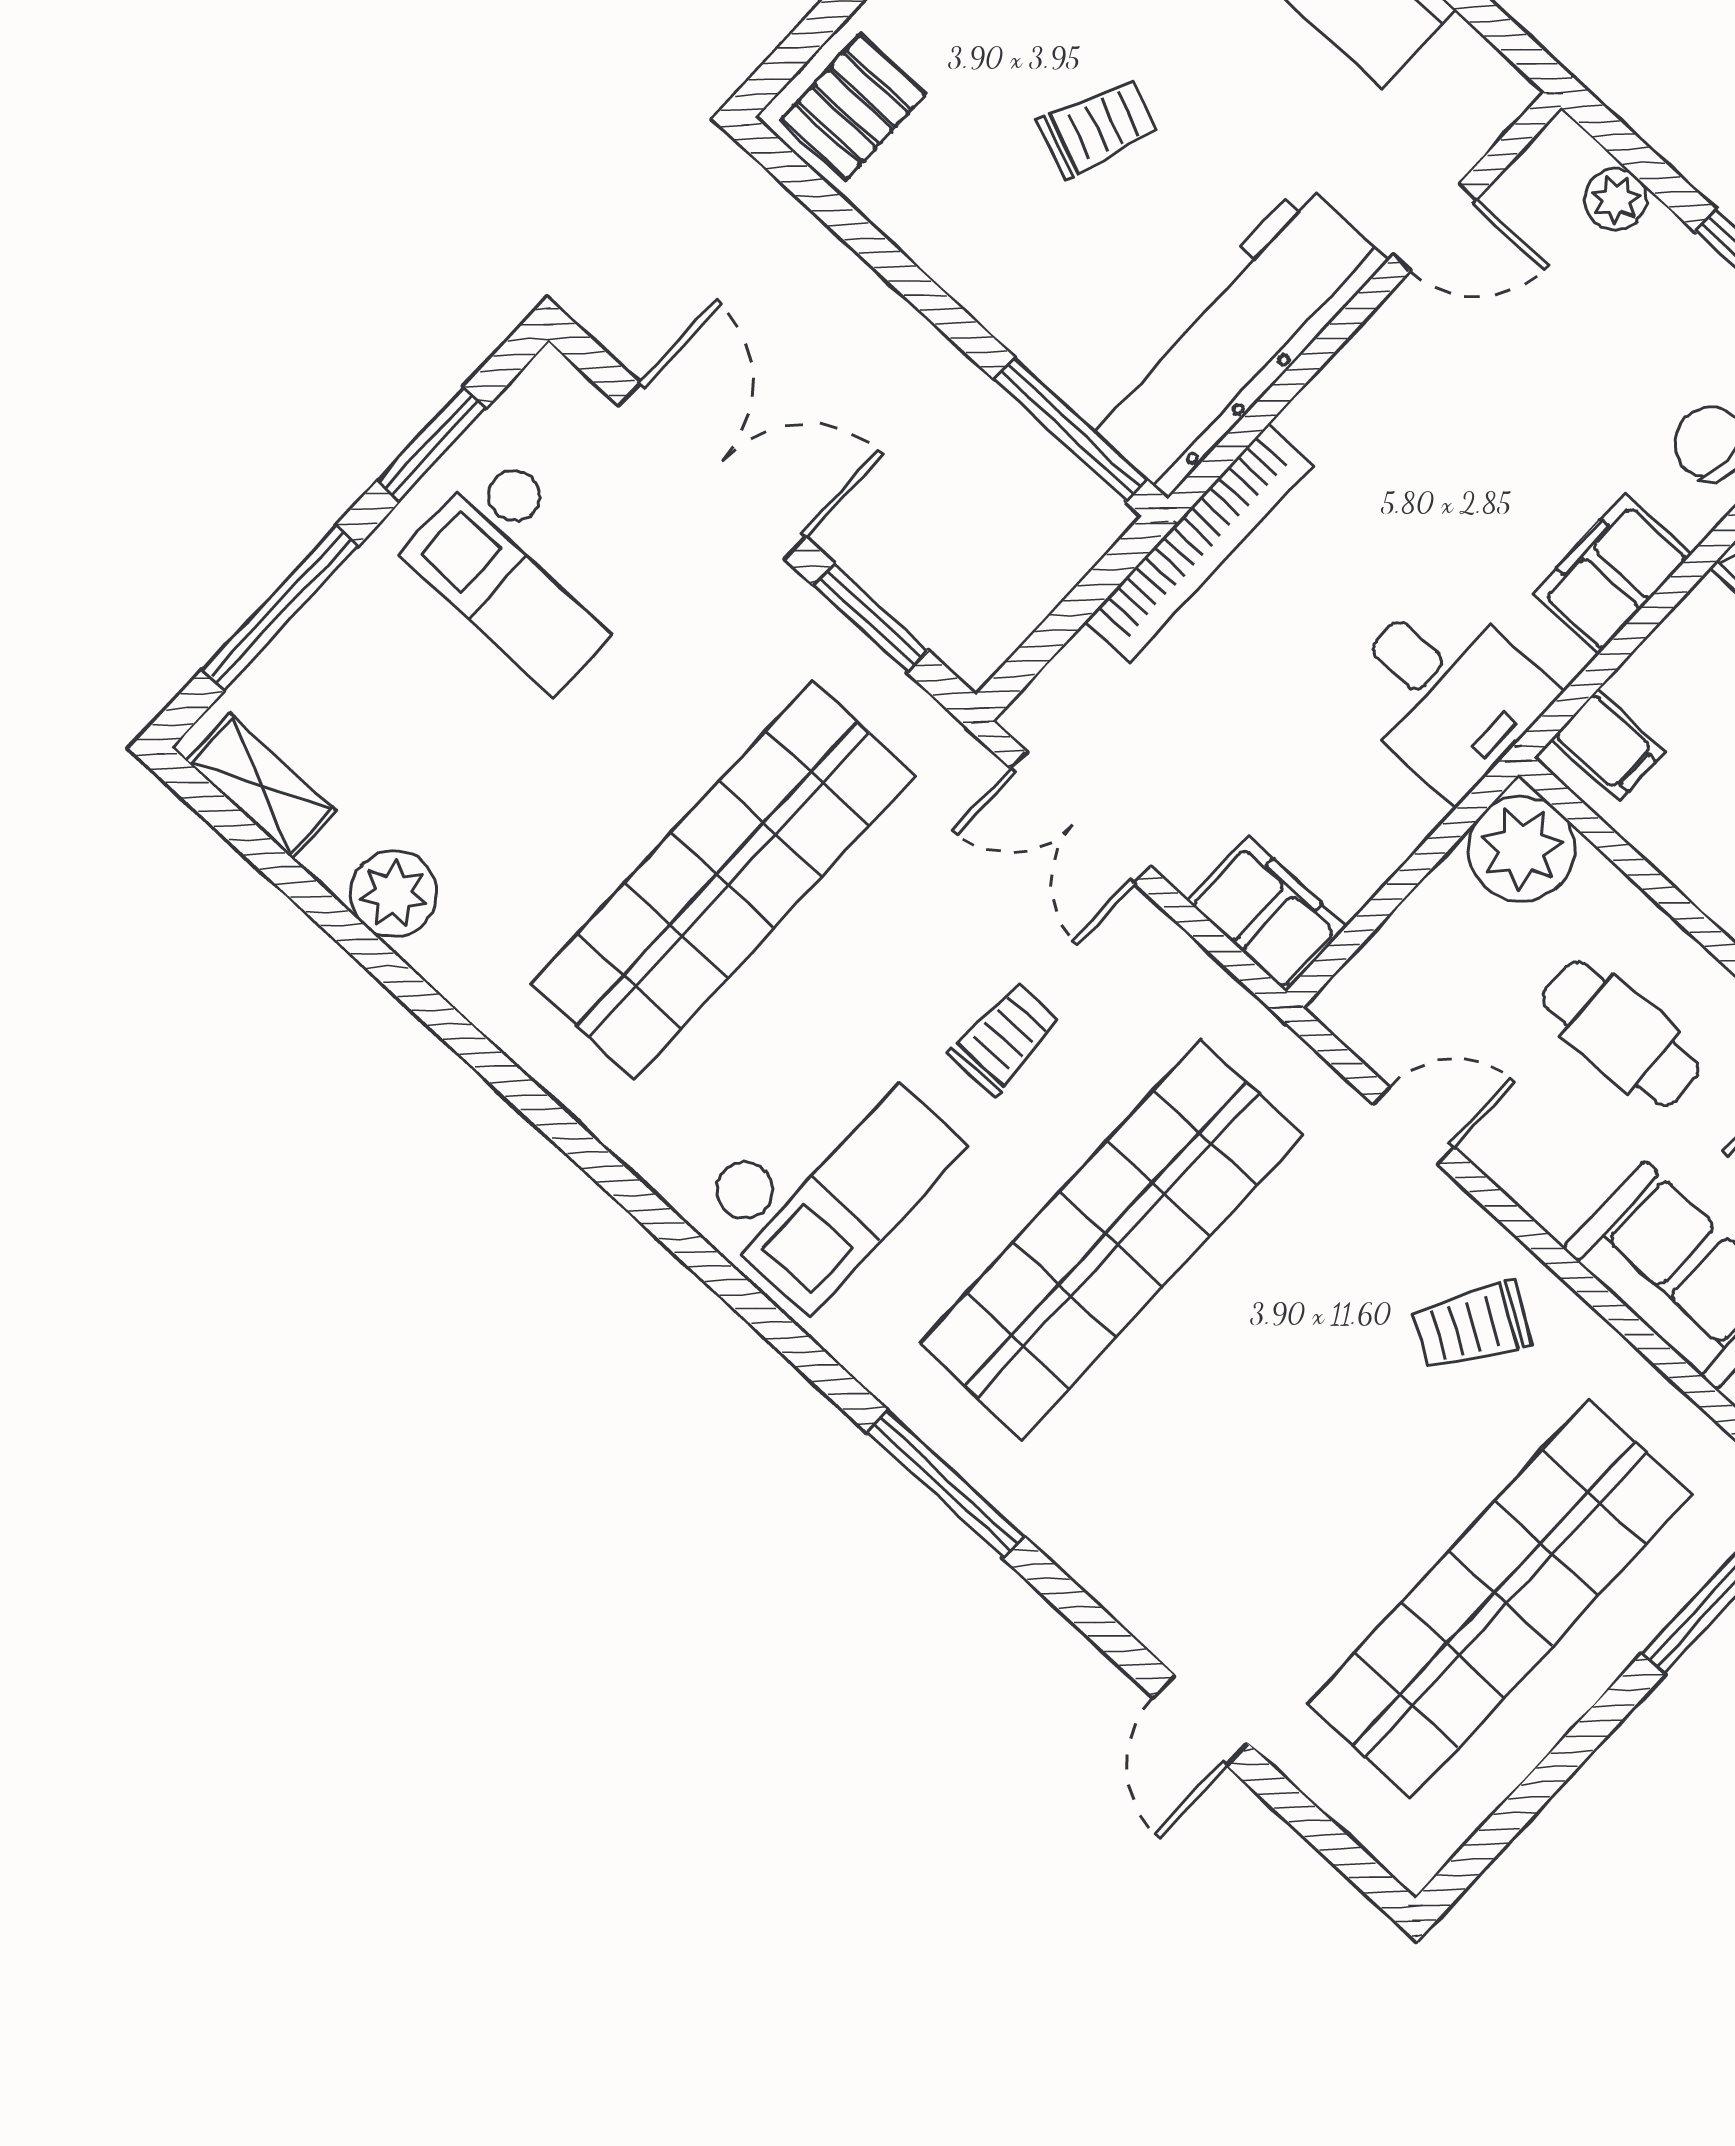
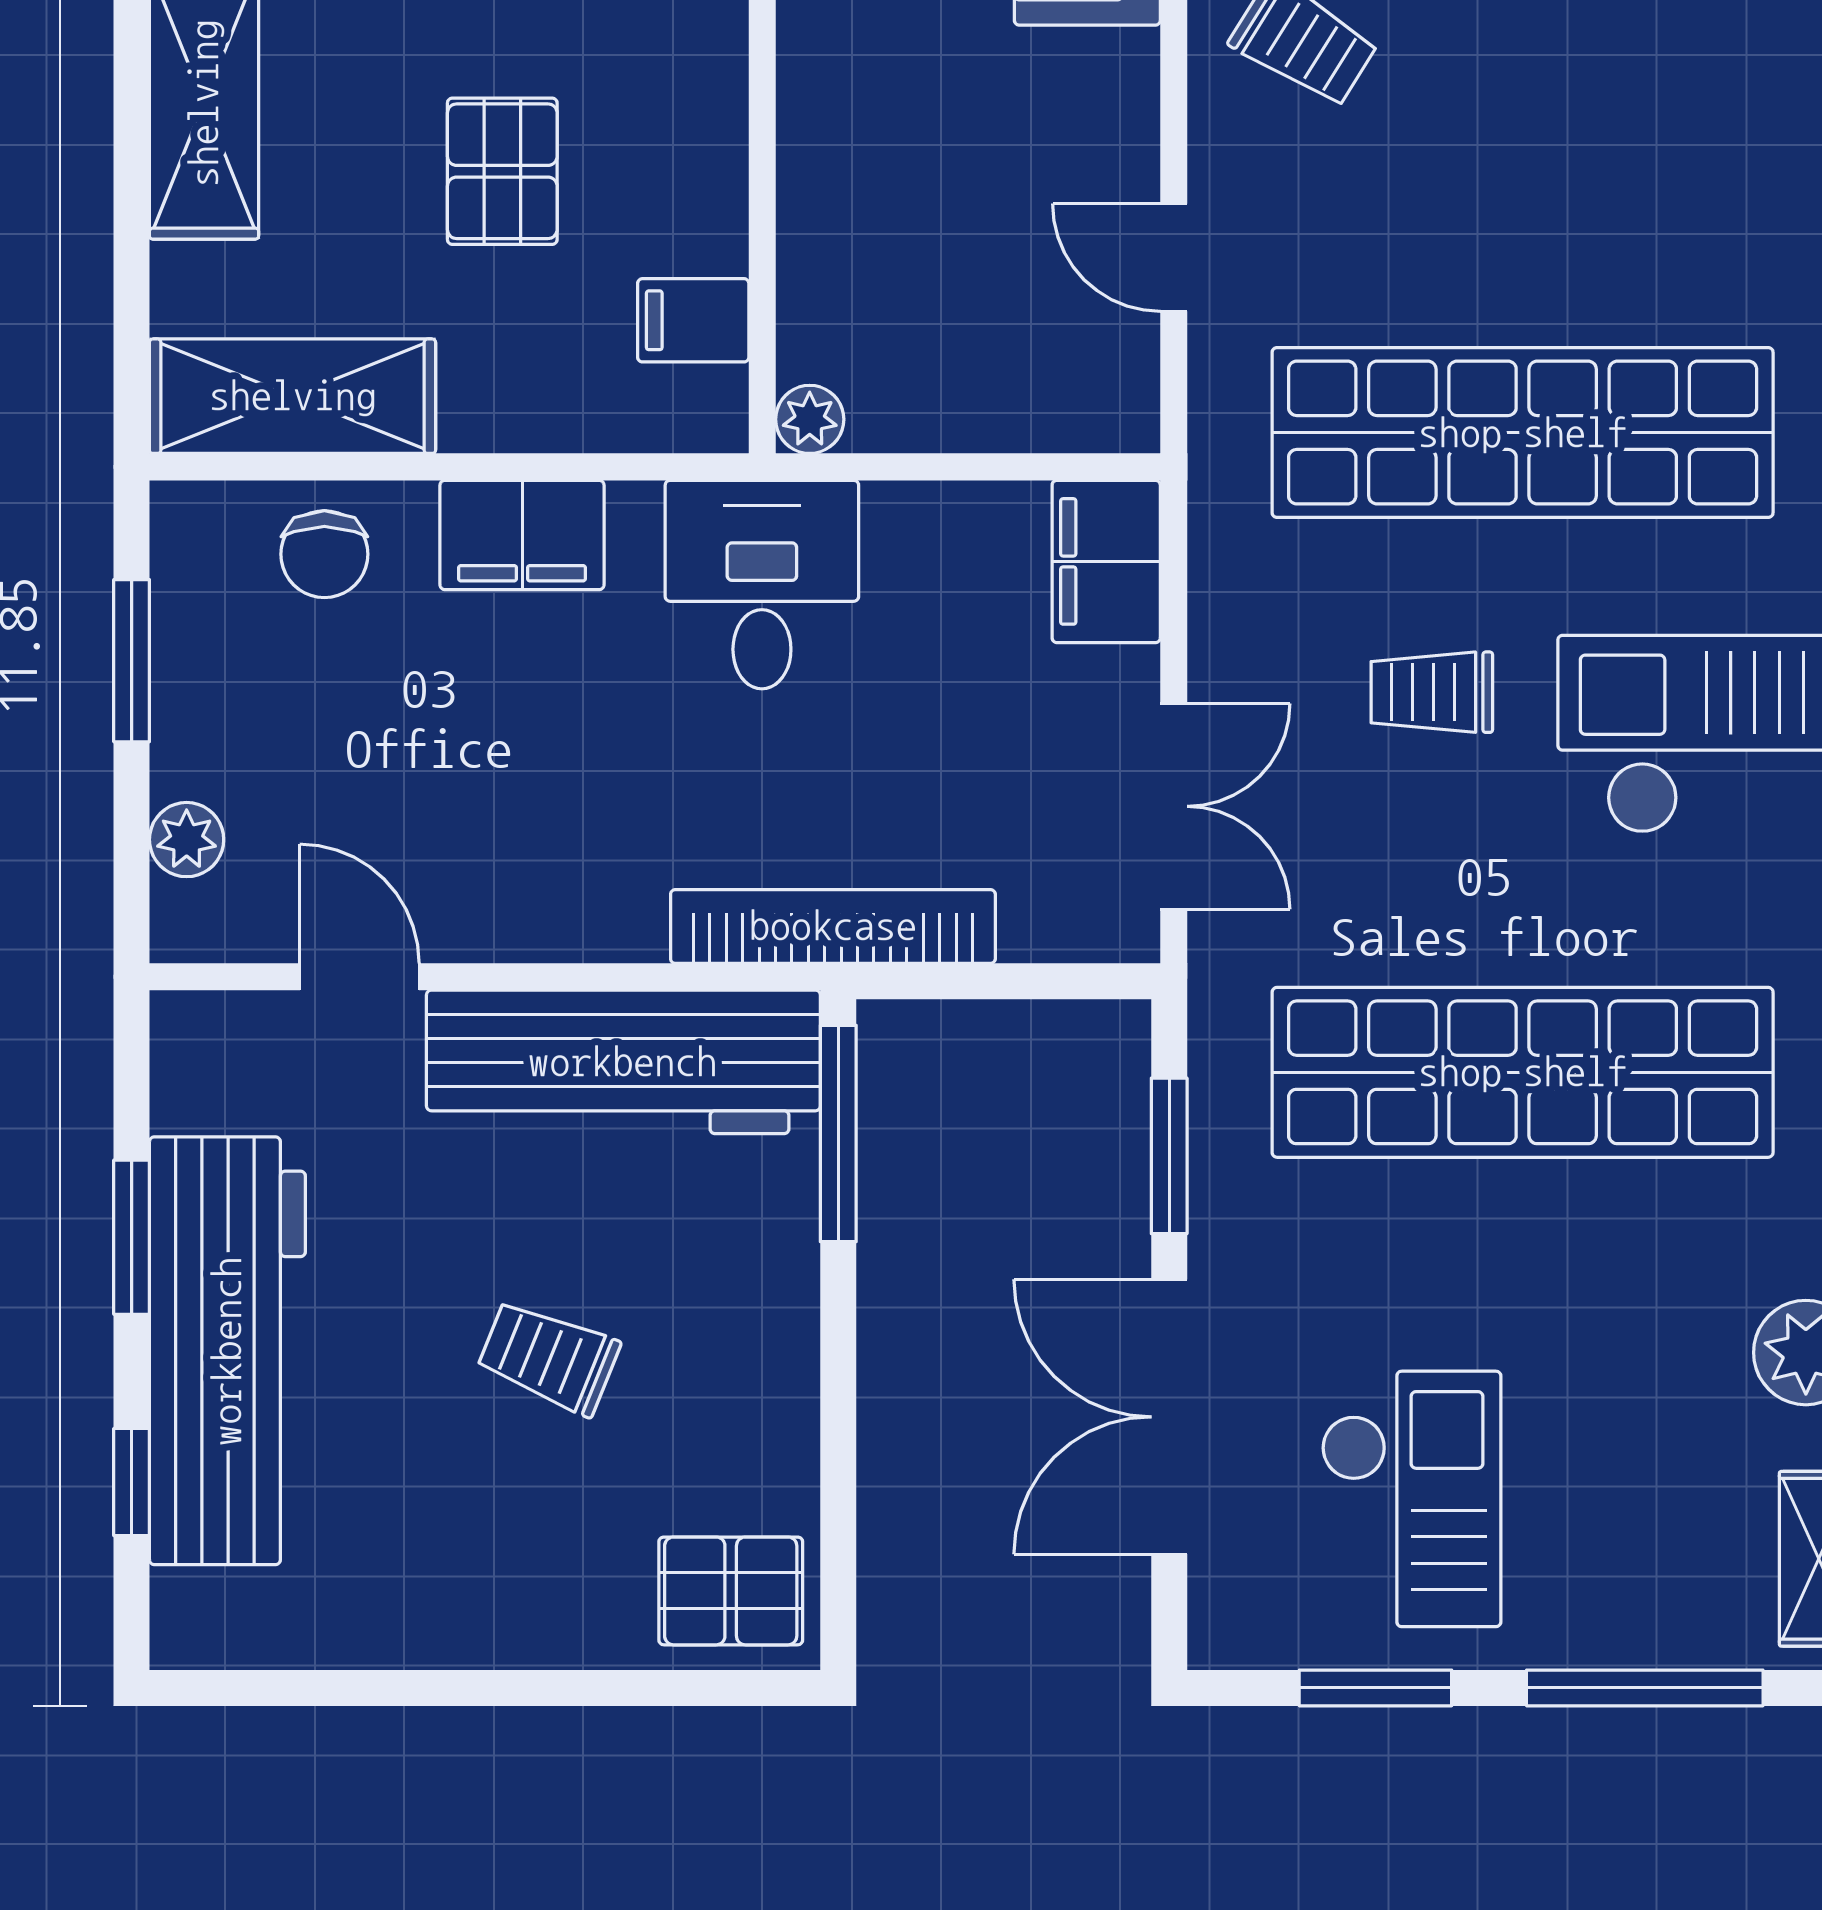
filing cabinet: (1608, 745) -> (693, 320), moved, turned -90
plant: (1522, 849) -> (810, 419), width x0.53, depth x0.53
cafe table: (1620, 1034) -> (922, 150), removed

